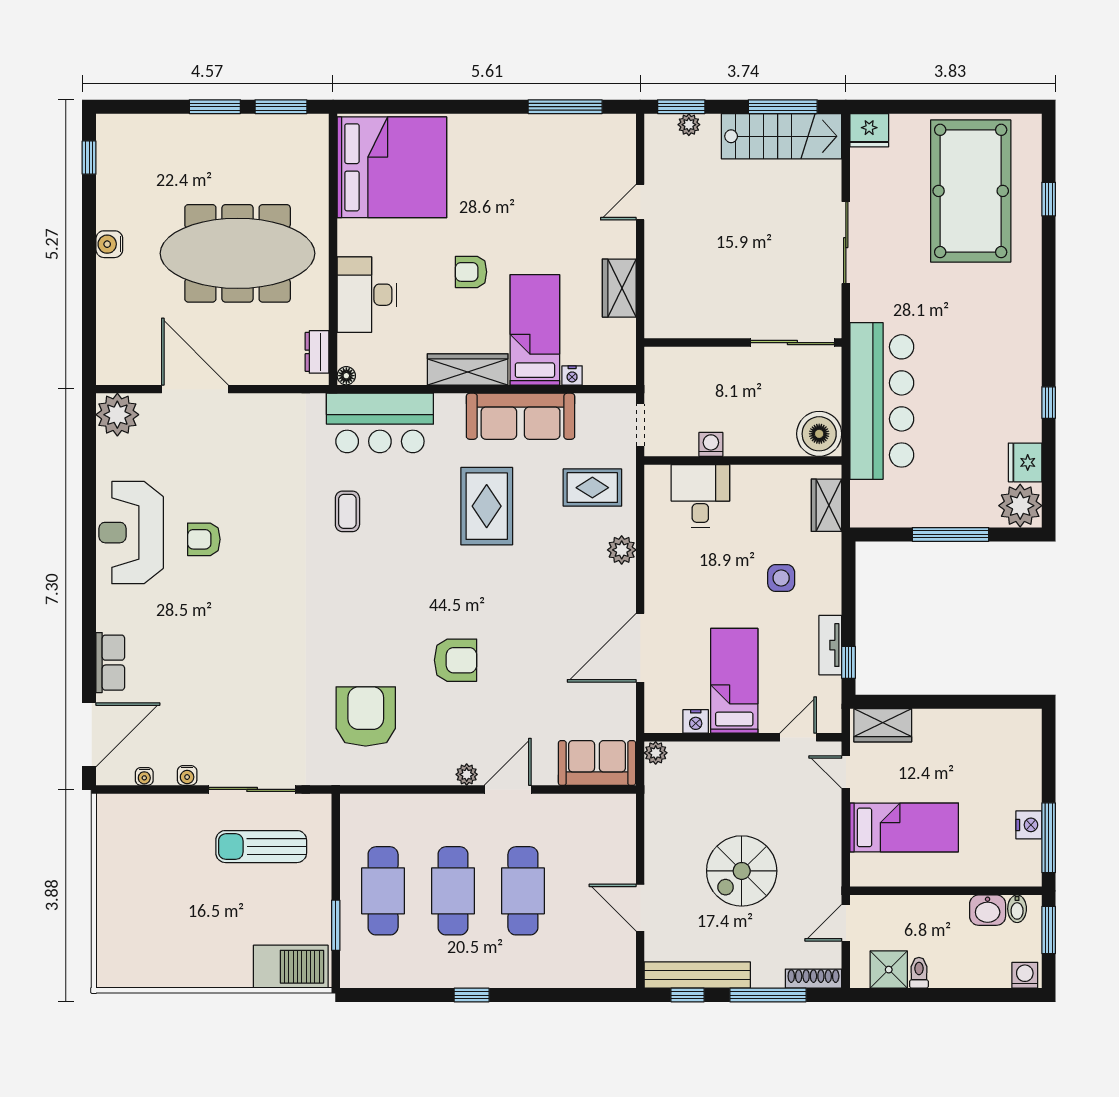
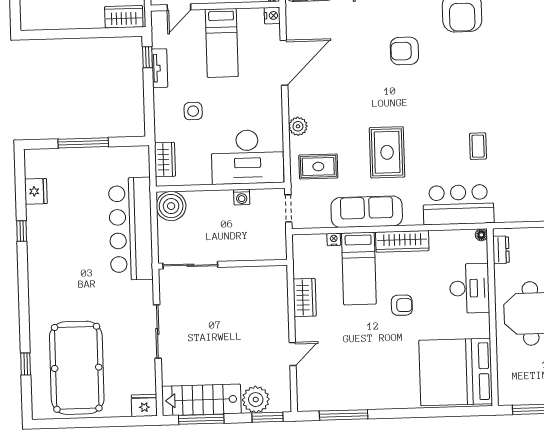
plant: (689, 125) -> (256, 400), width x1.87, depth x1.87
desk: (700, 496) -> (247, 157), width x1.87, depth x1.30
plant: (1020, 506) -> (38, 163), removed
nightstand: (696, 721) -> (272, 15), moved, turned 90

